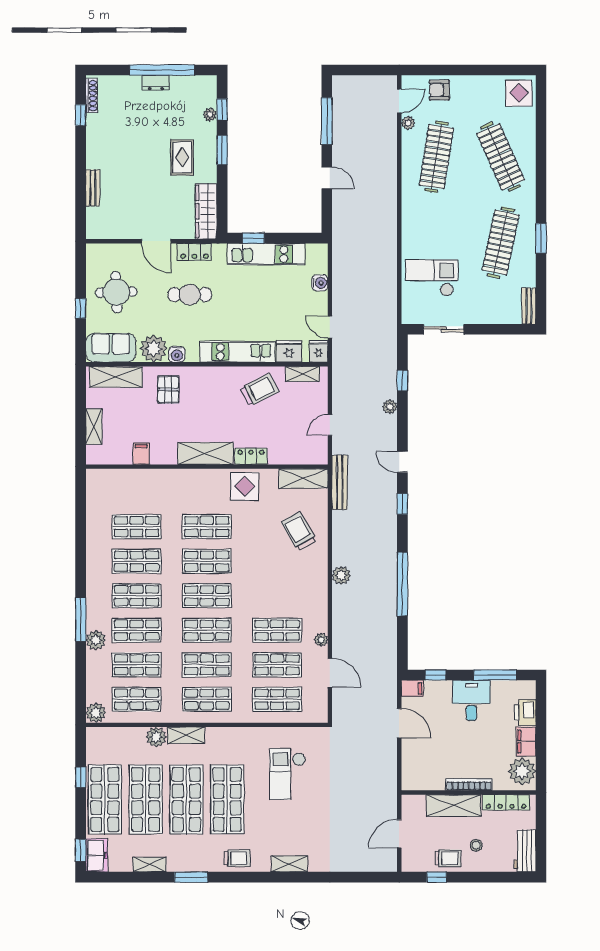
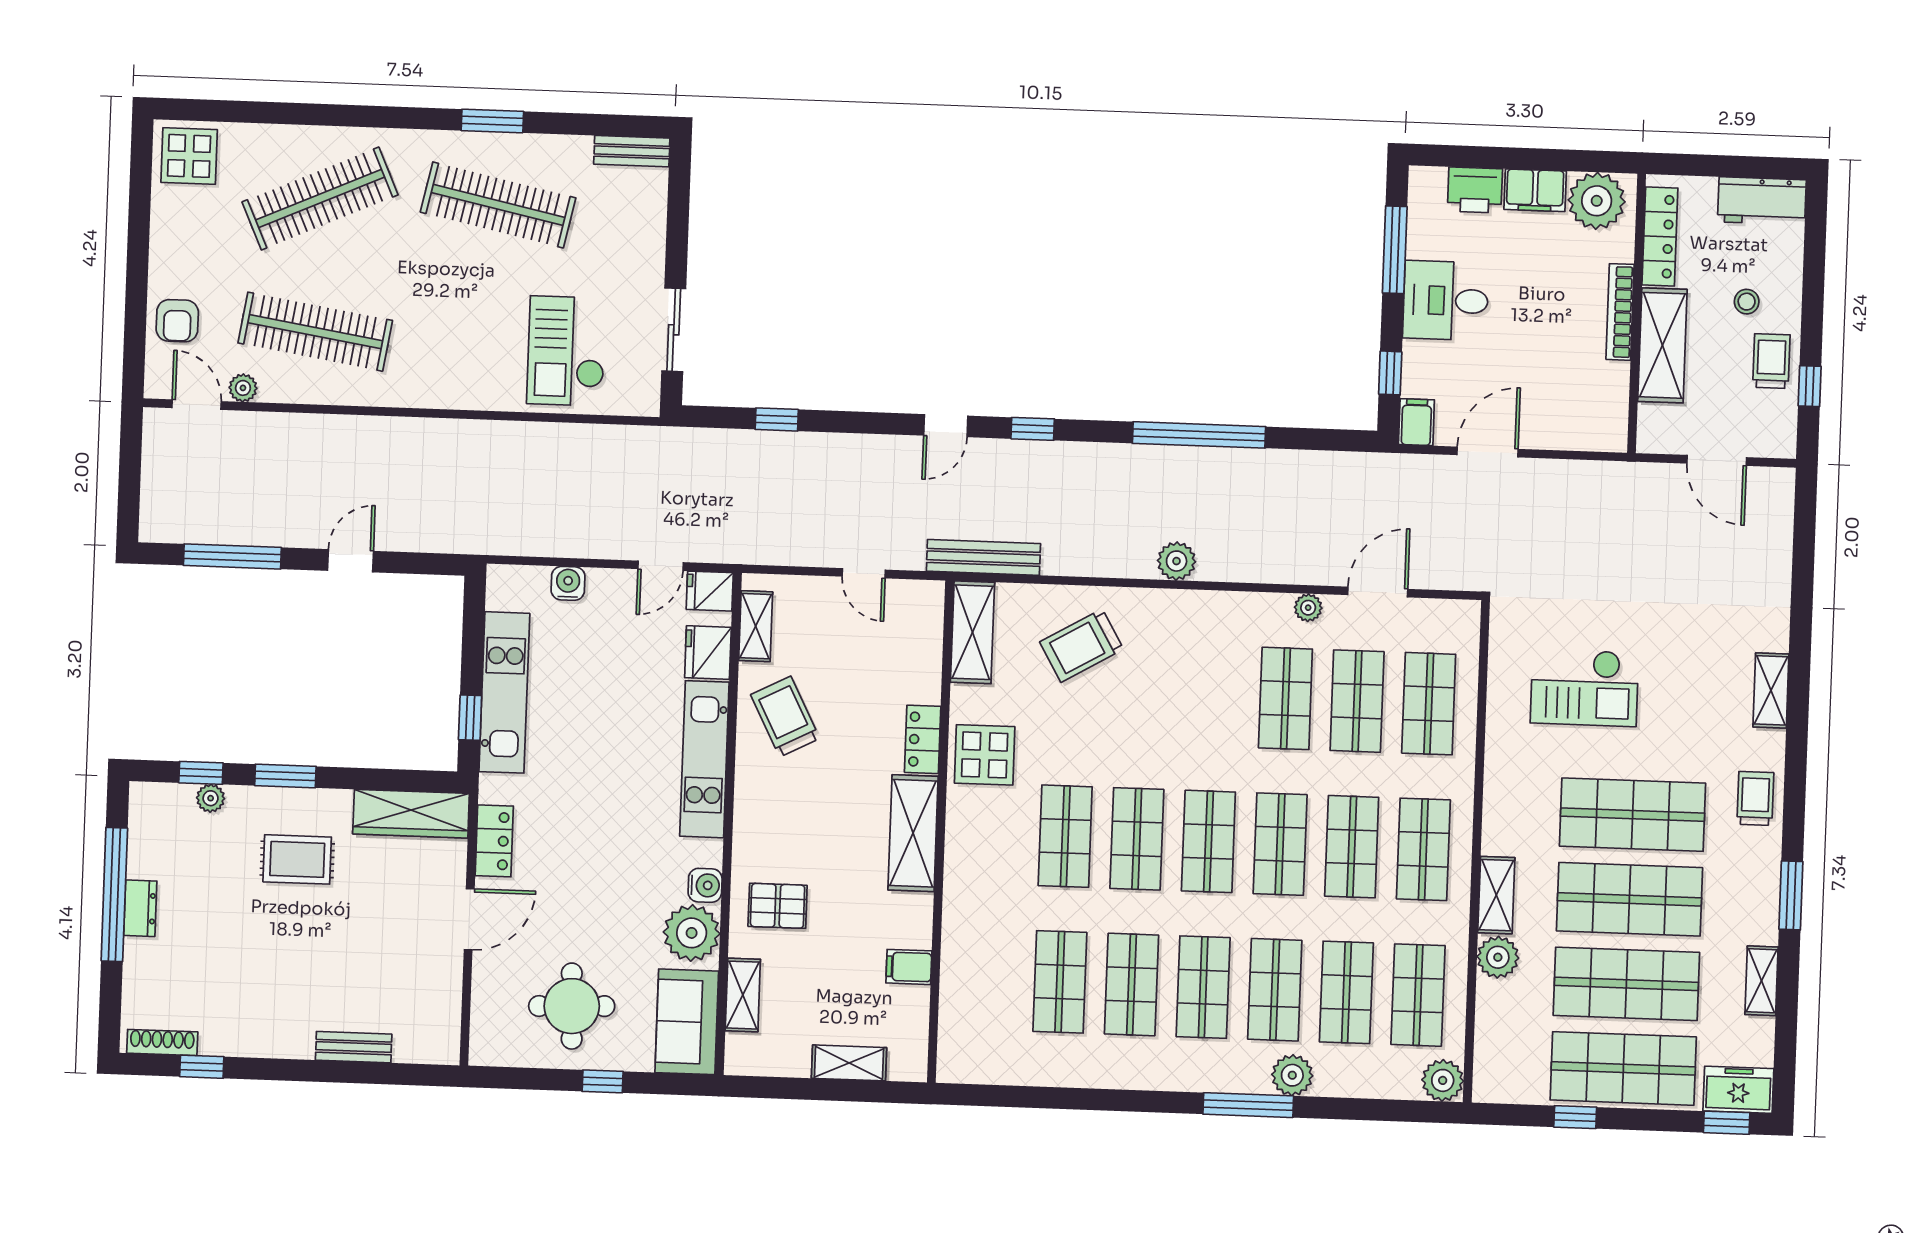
cafe table: (190, 295) -> (583, 854), removed
shelving: (116, 377) -> (743, 995), width x0.67, depth x0.75
plant: (390, 407) -> (830, 447), removed

